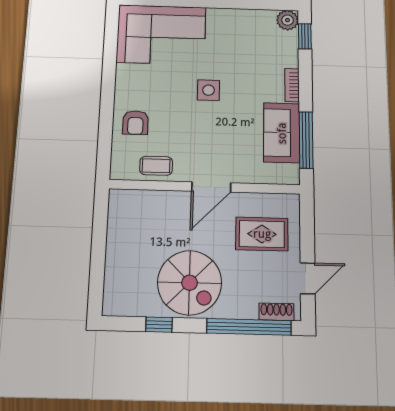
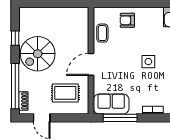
sofa: (282, 133) -> (111, 104), moved
door: (211, 187) -> (91, 64), hinge flipped
rug: (262, 234) -> (65, 93), turned 90

